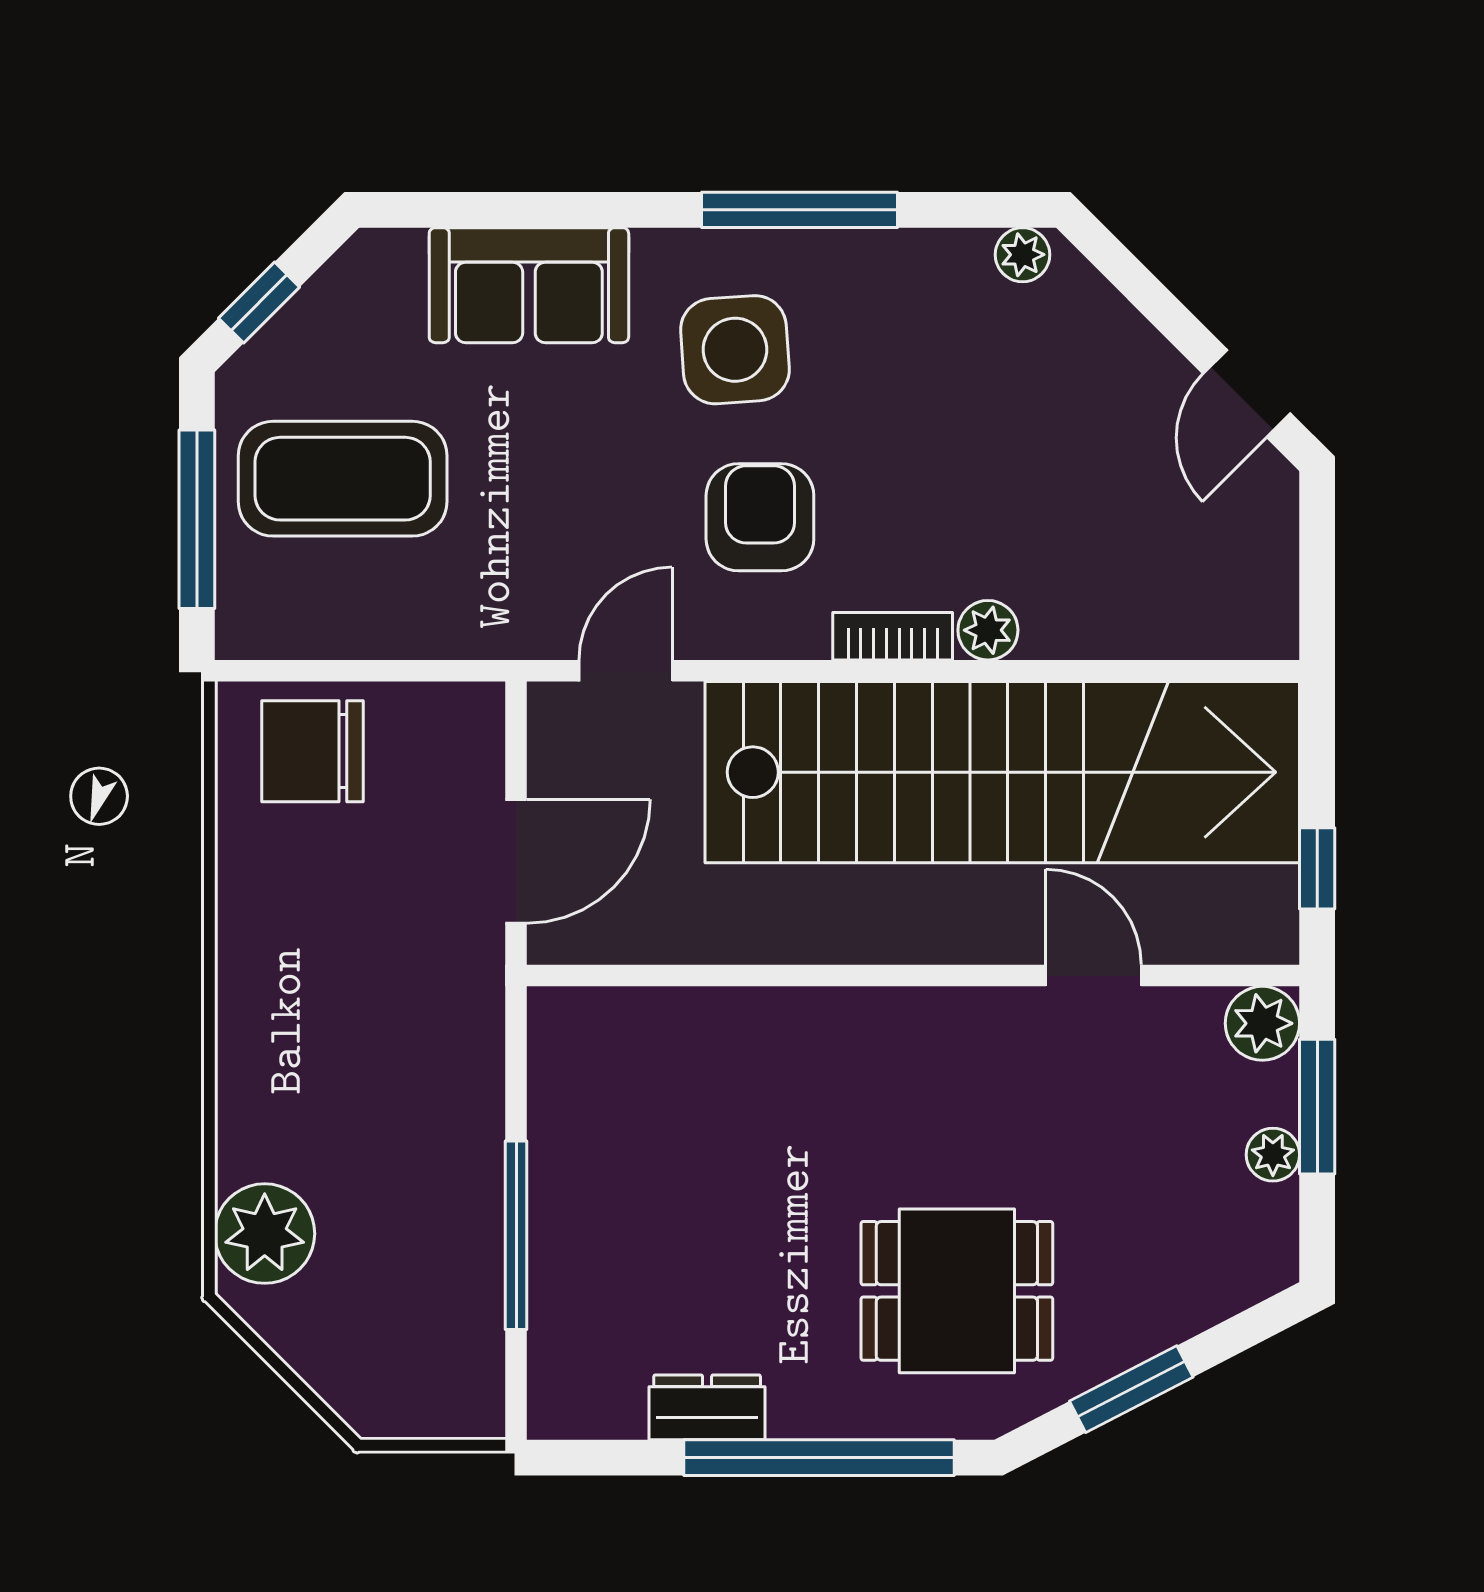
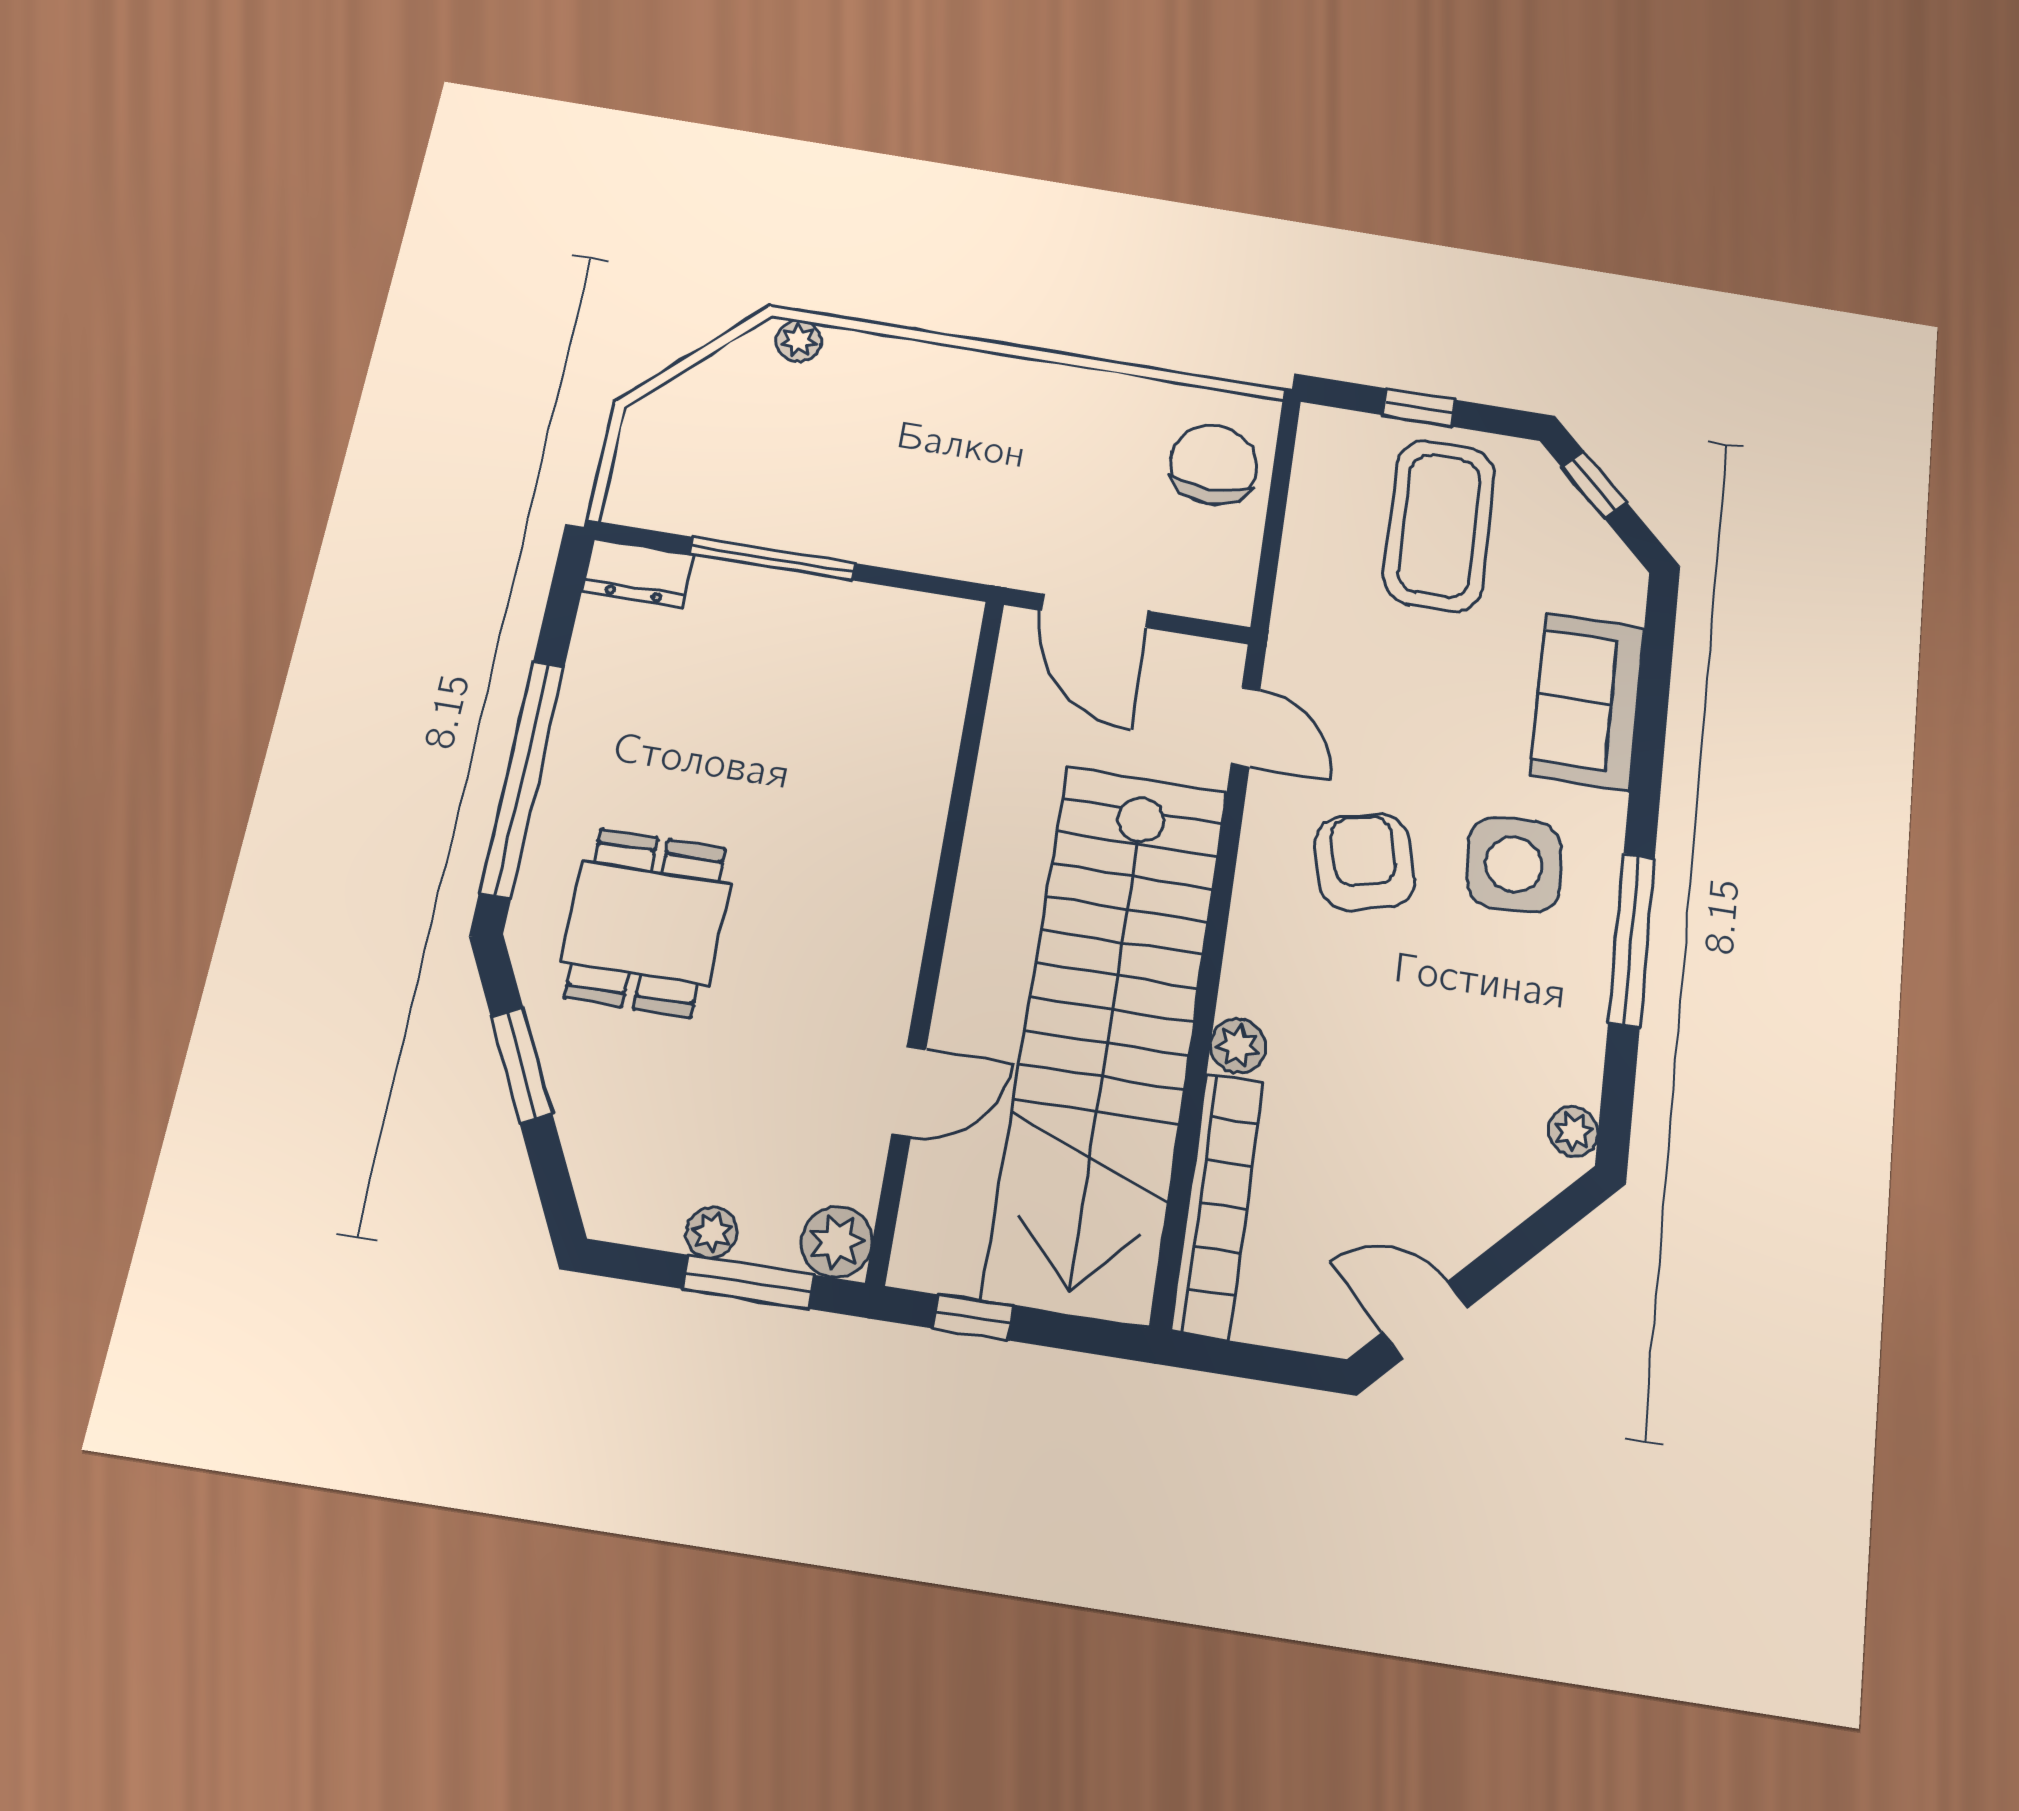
armchair: (760, 517) -> (1365, 862), turned -104
window: (197, 519) -> (1419, 407), width x0.46
bookcase: (893, 636) -> (1218, 1205), moved, width x2.31, depth x1.31
plant: (265, 1234) -> (799, 341), width x0.53, depth x0.53
dresser: (707, 1407) -> (638, 573), moved, turned 90

